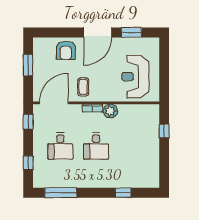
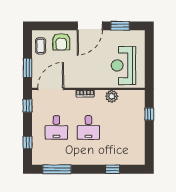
window: (28, 65) -> (28, 68), moved
coffee table: (83, 87) -> (41, 46), moved
plant: (110, 111) -> (112, 96), moved

